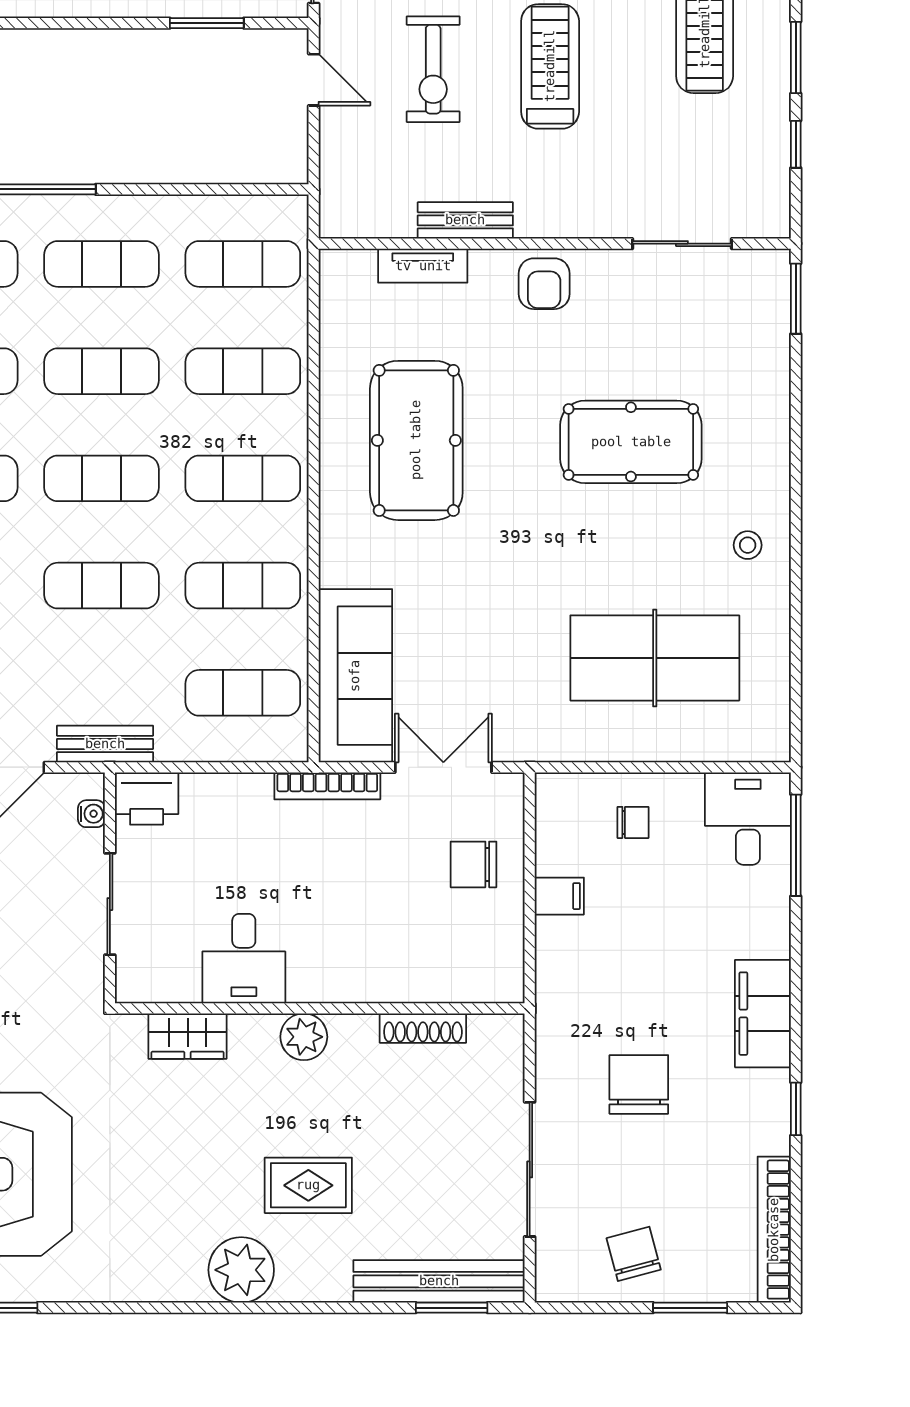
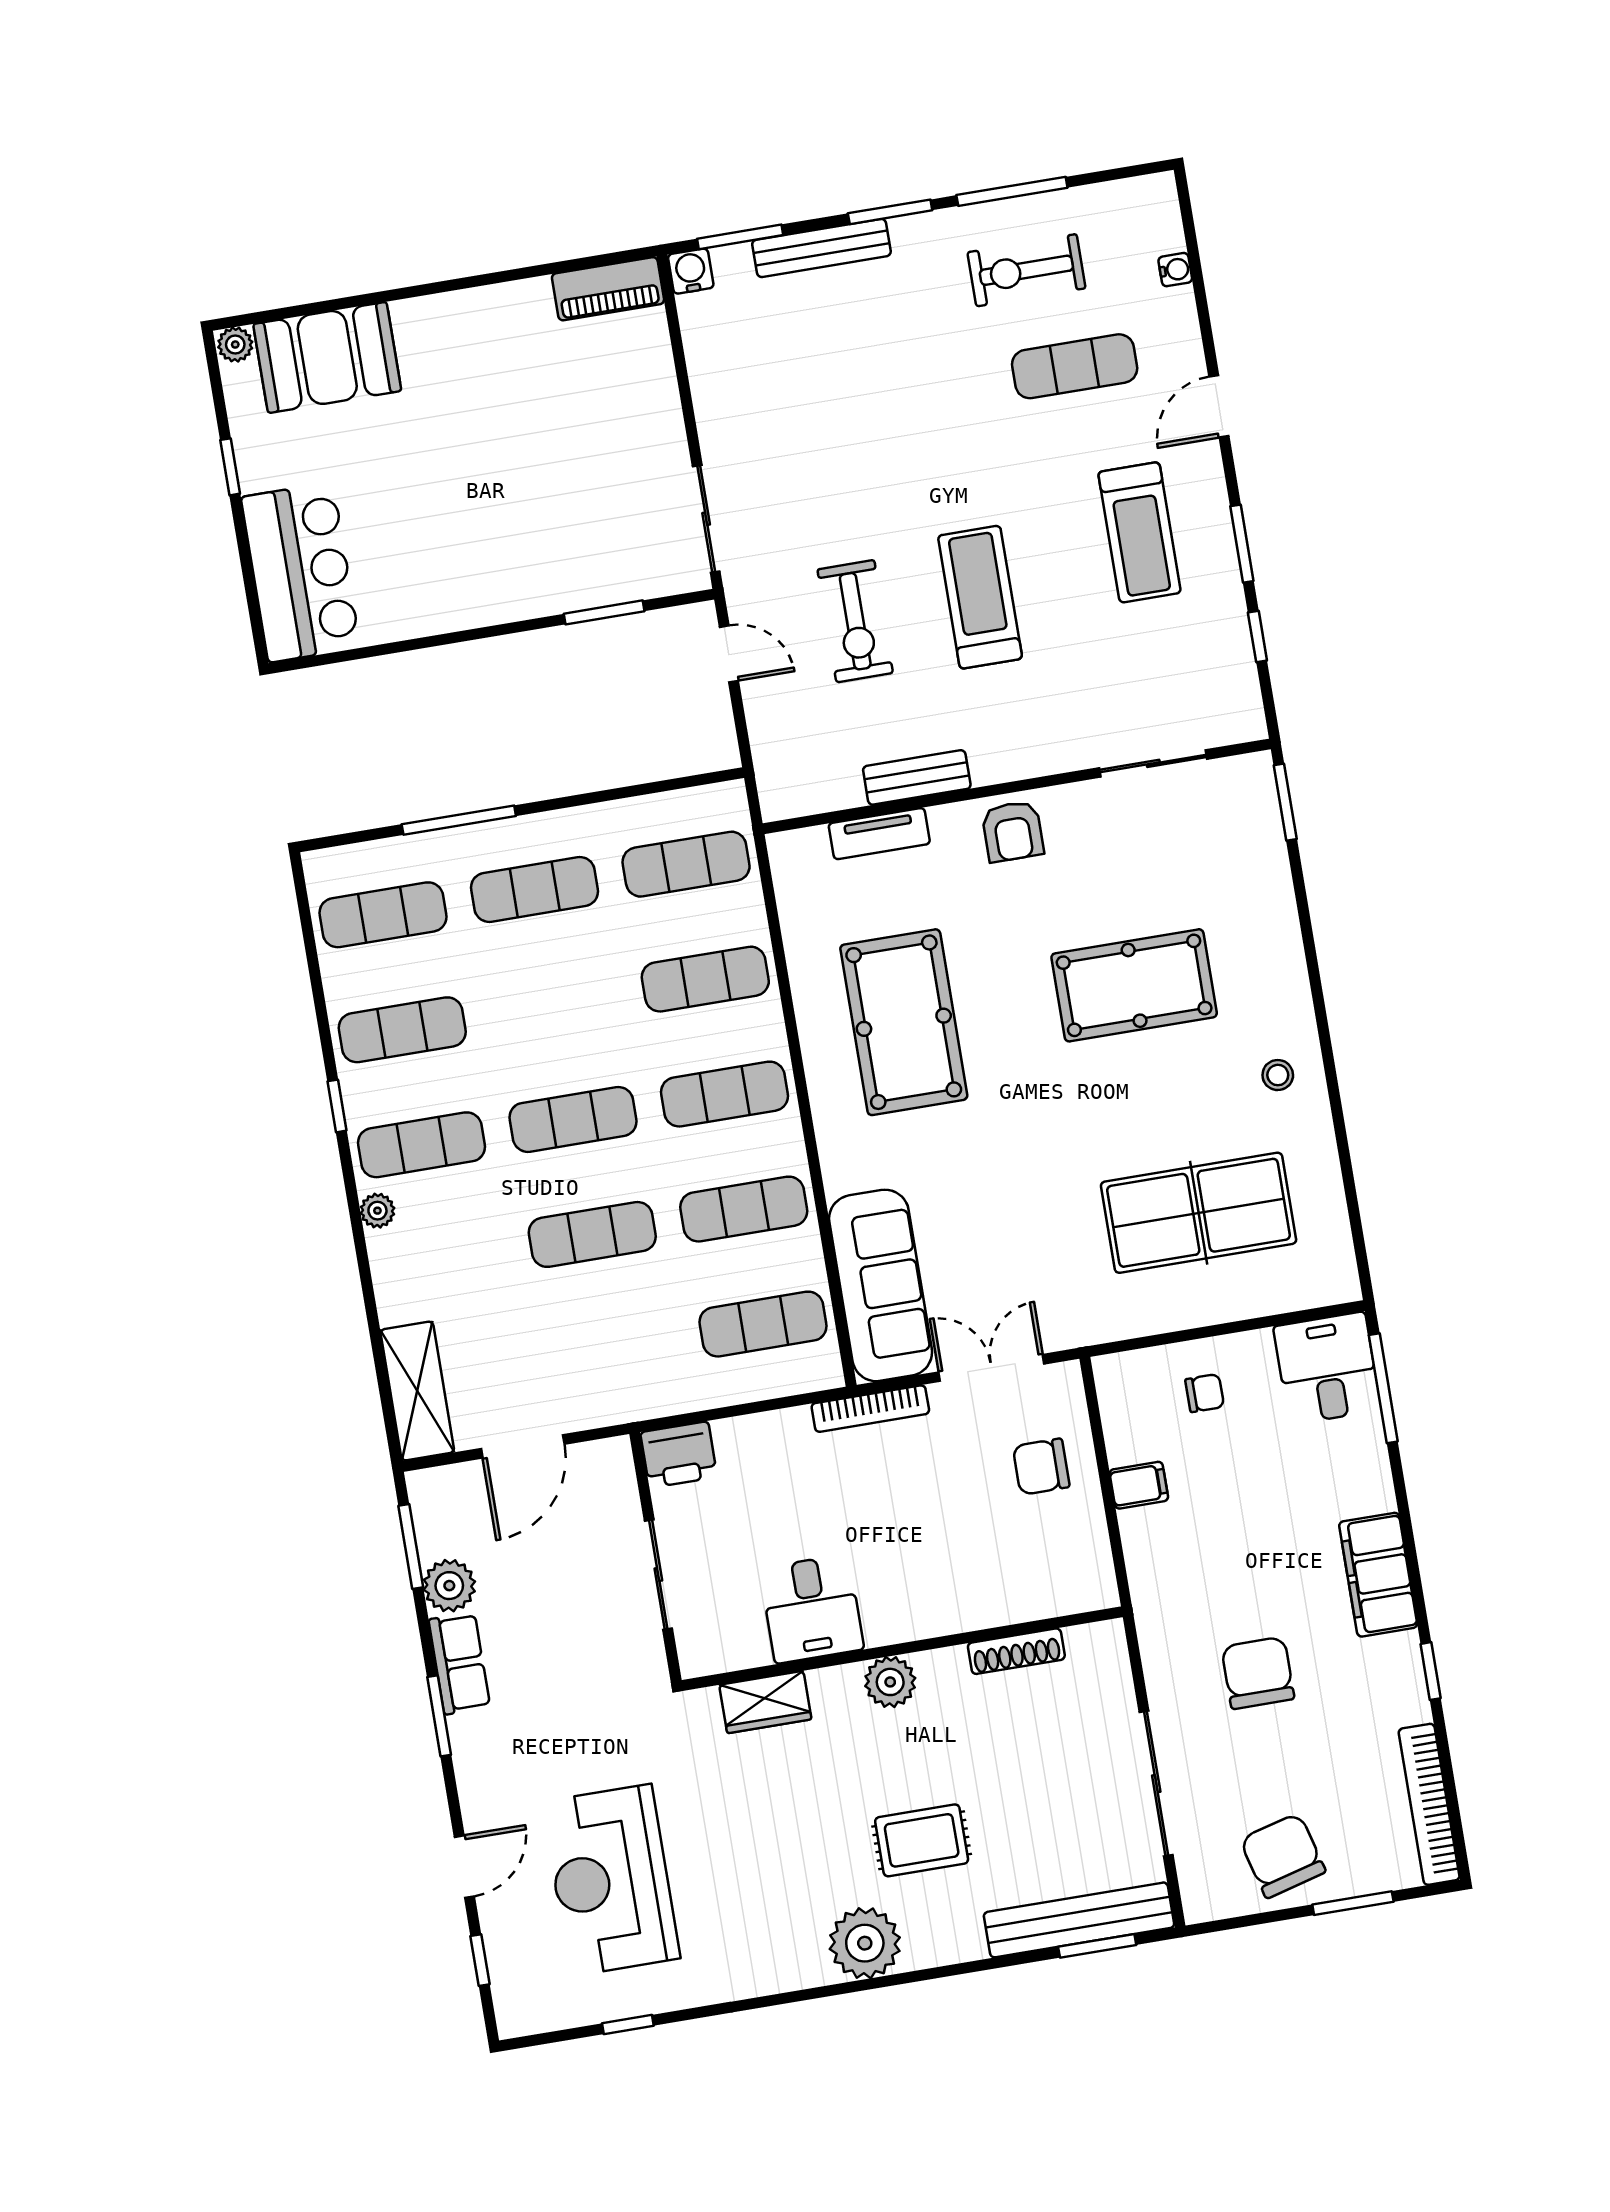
exercise mat: (102, 371) -> (554, 1004), removed
bench: (105, 744) -> (624, 1404), removed
water cooler: (91, 814) -> (622, 1481), removed
chair: (634, 1254) -> (1283, 1856), width x1.37, depth x1.37

